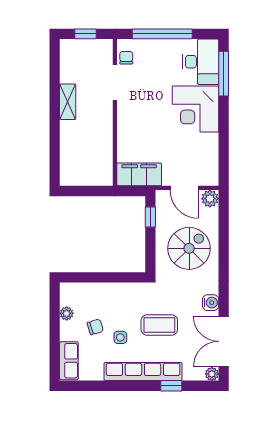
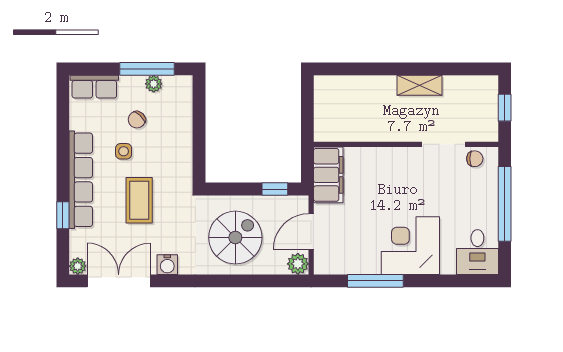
desk: (201, 62) -> (477, 252), width x0.73
window: (224, 74) -> (375, 281), moved
spiral stairs: (189, 248) -> (235, 238), turned -90
window: (55, 319) -> (147, 69), added
chair: (95, 327) -> (137, 120), turned 61

